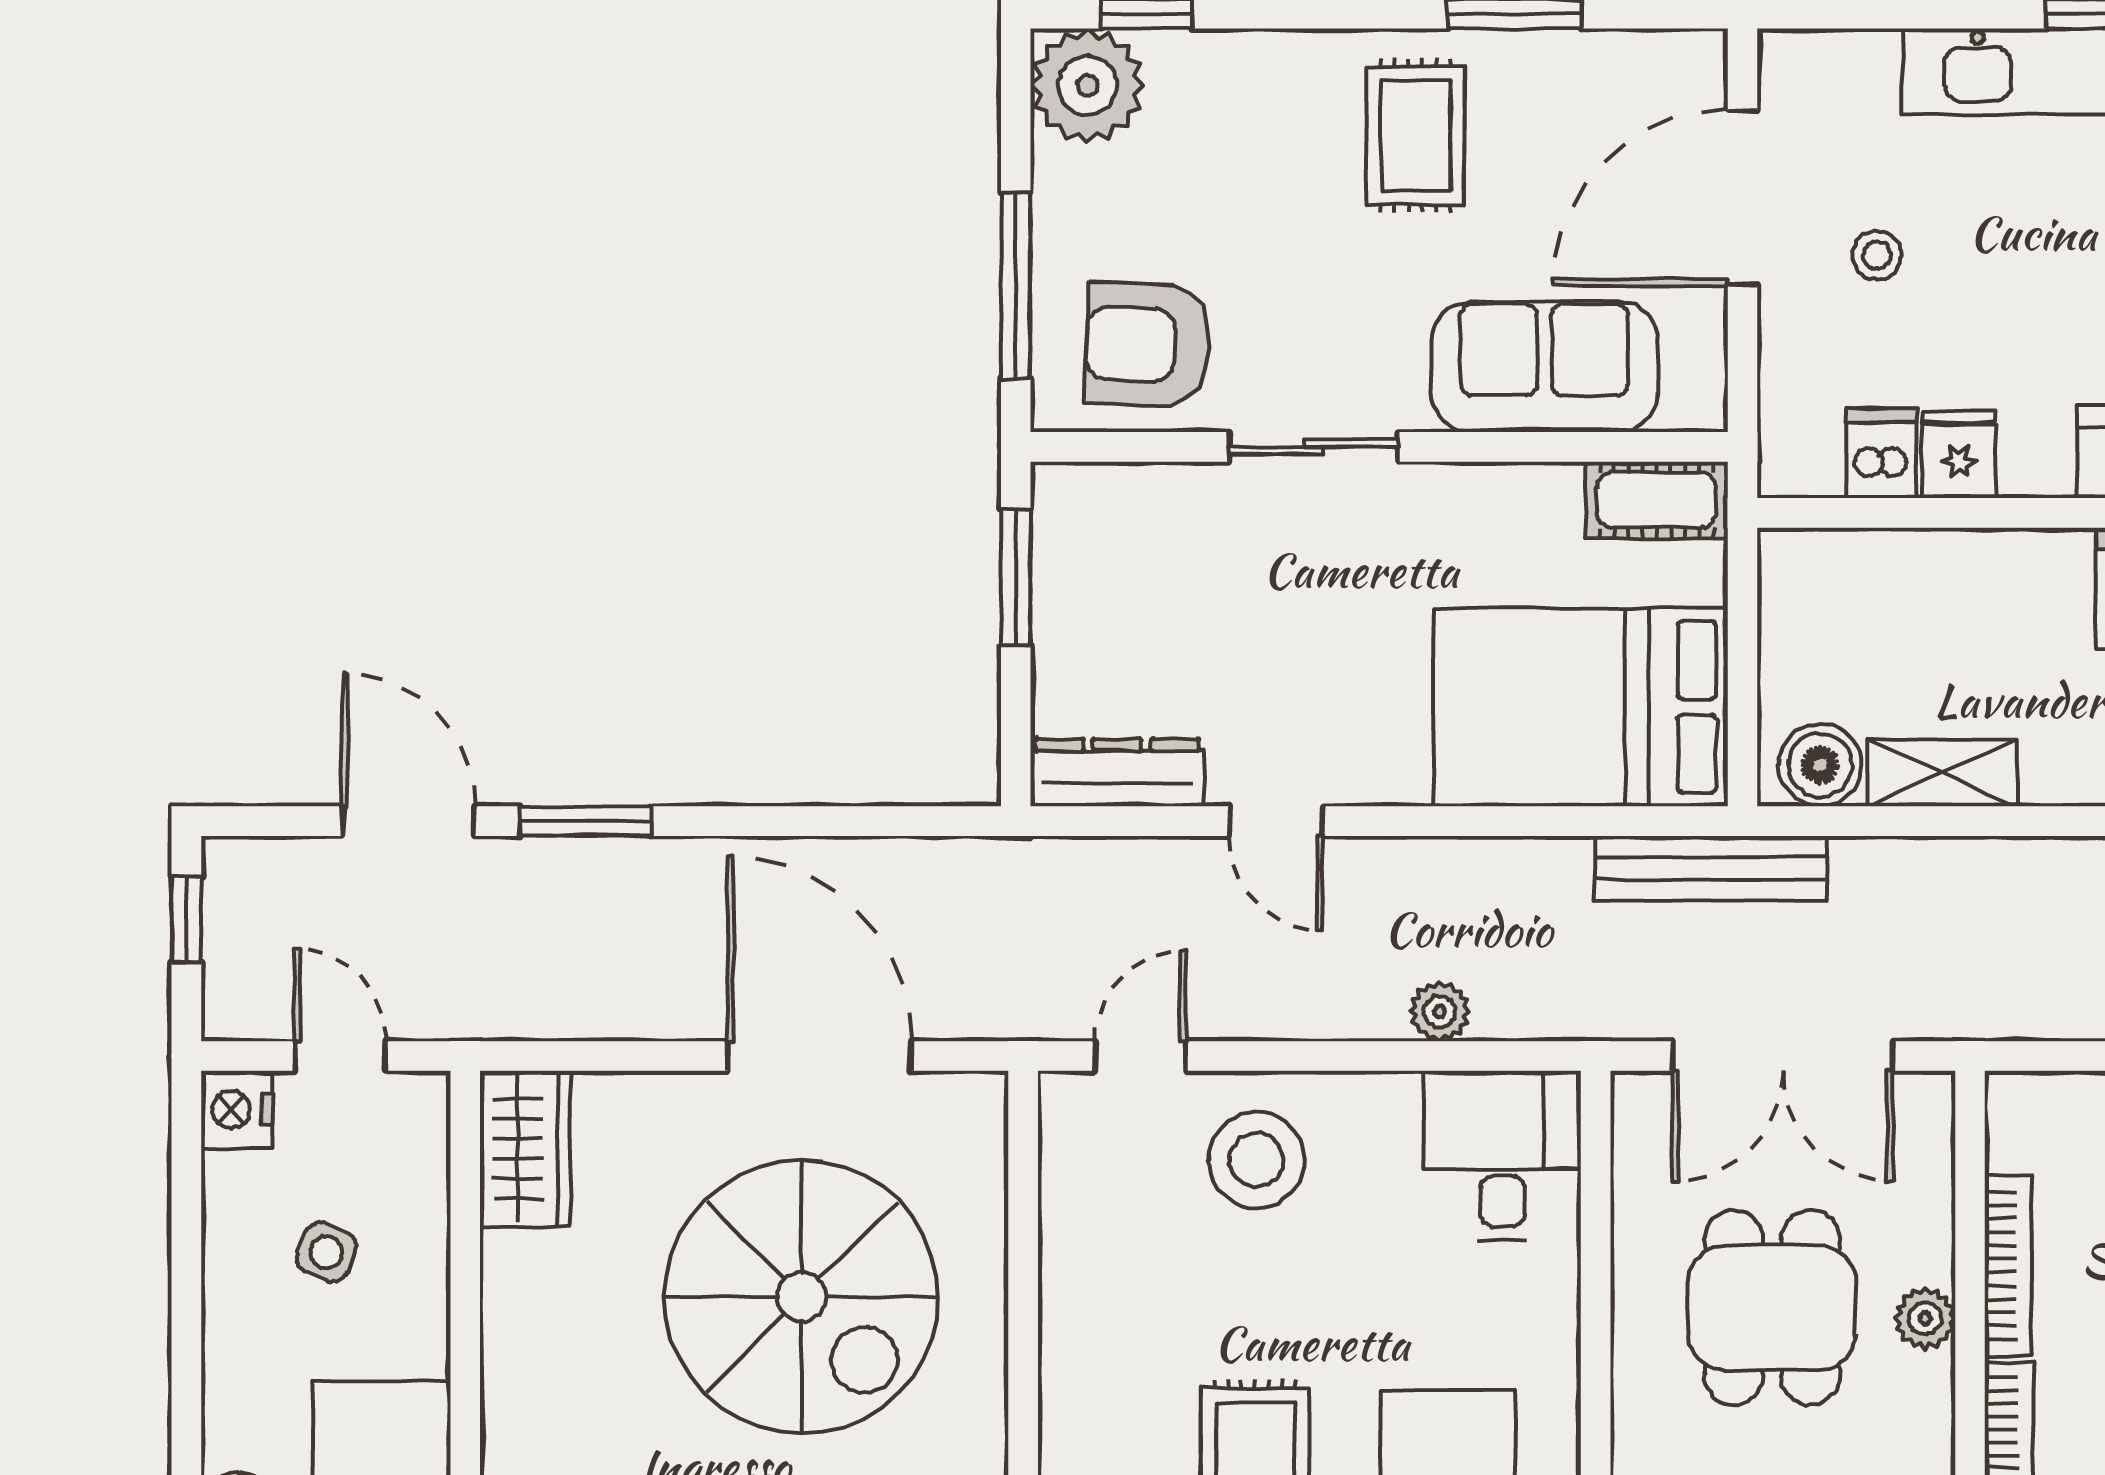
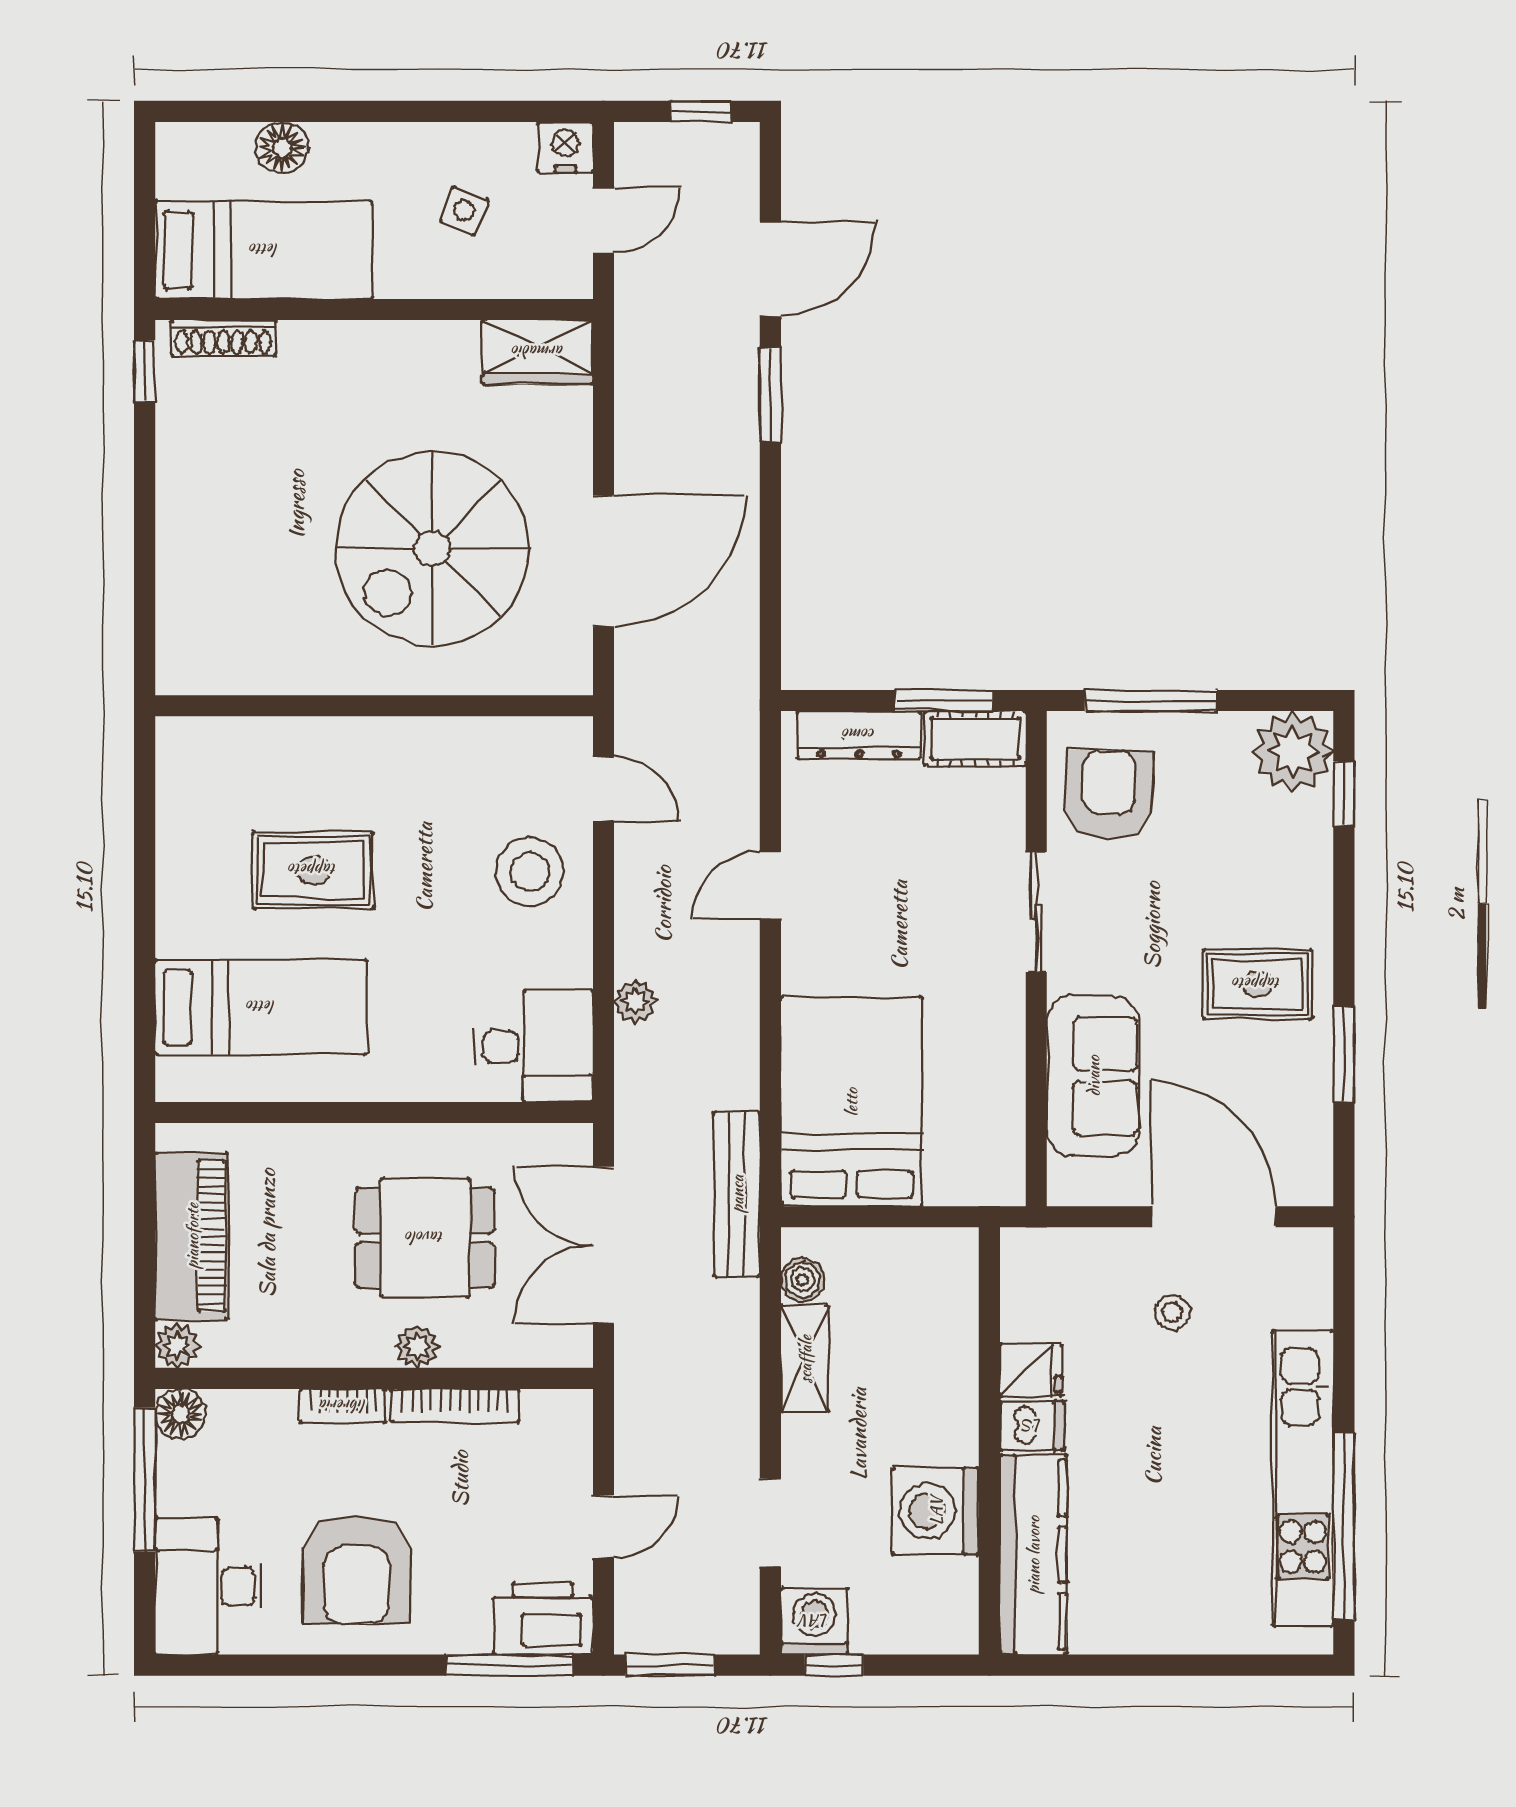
dishwasher: (1881, 453) -> (1032, 1426), moved
cot: (1657, 500) -> (975, 738), moved, turned 90
boiler: (1820, 765) -> (802, 1280), width x0.73, depth x0.73
dresser: (1117, 773) -> (859, 735), moved, turned 90

